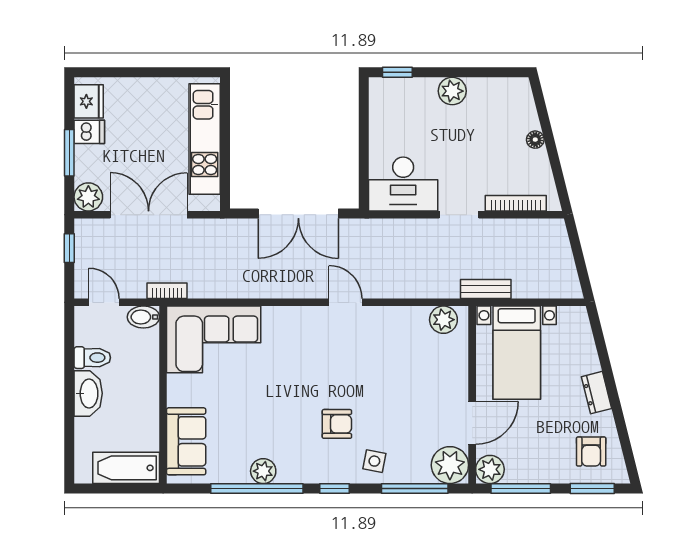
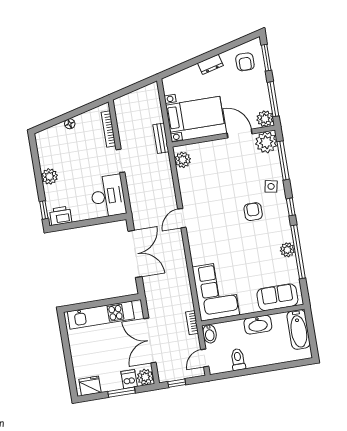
printer: (383, 99) -> (61, 216), added
dishwasher: (89, 132) -> (129, 379), moved
washbasin: (88, 393) -> (258, 325), moved, turned 180
armchair: (591, 452) -> (245, 62), turned 90

